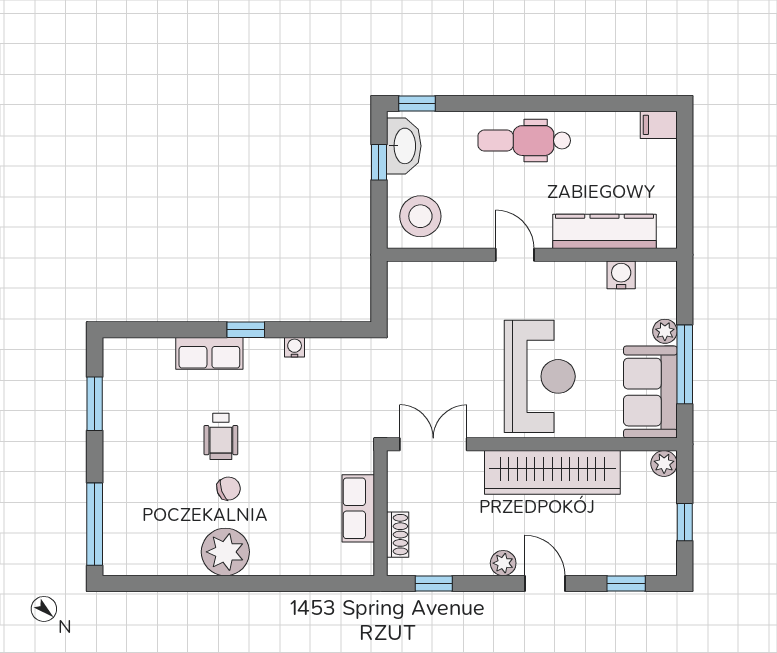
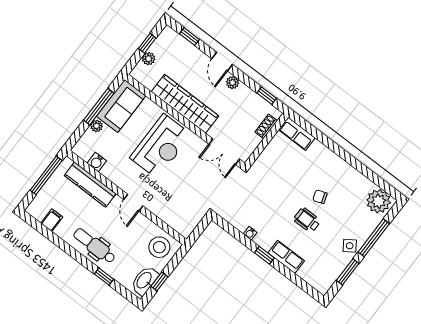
window: (417, 103) -> (104, 277), moved
filing cabinet: (659, 125) -> (52, 220), moved, turned -90
dental chair: (524, 141) -> (94, 246), turned 180
window: (685, 193) -> (46, 175), added
reception desk: (540, 376) -> (161, 146), turned 180
wheelchair: (221, 436) -> (307, 220), turned -90
side table: (123, 447) -> (350, 246), added
plant: (664, 464) -> (149, 59), moved
row of seats: (358, 508) -> (297, 134), moved, turned 90
window: (95, 524) -> (374, 238), moved
plant: (225, 552) -> (379, 201), moved

